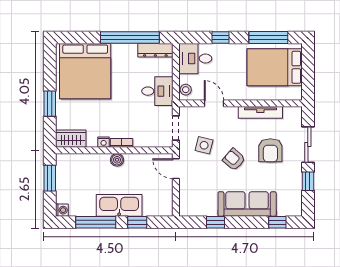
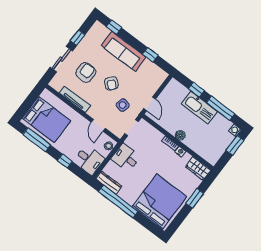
window: (50, 178) -> (235, 145), moved

